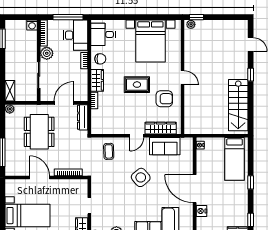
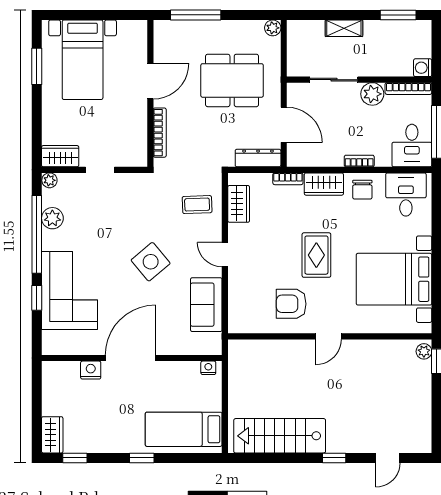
desk: (76, 35) -> (412, 146), width x0.73
shelving: (10, 91) -> (344, 28), moved
armchair: (164, 99) -> (291, 304), turned 90
wardrobe: (161, 128) -> (239, 204), moved, width x0.67

